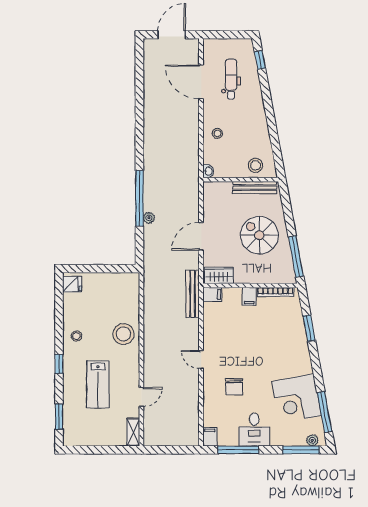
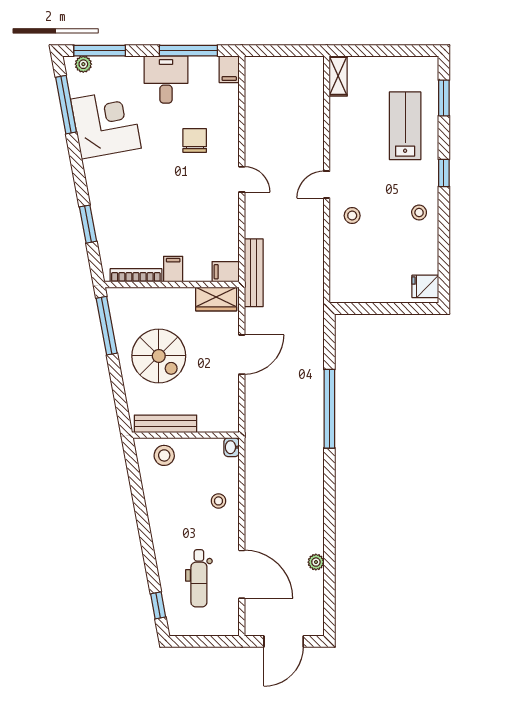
plant: (149, 218) -> (316, 562), moved
stool: (123, 334) -> (352, 216), width x0.53, depth x0.53
lab bench: (98, 384) -> (405, 126), moved
door: (141, 397) -> (327, 185), moved

